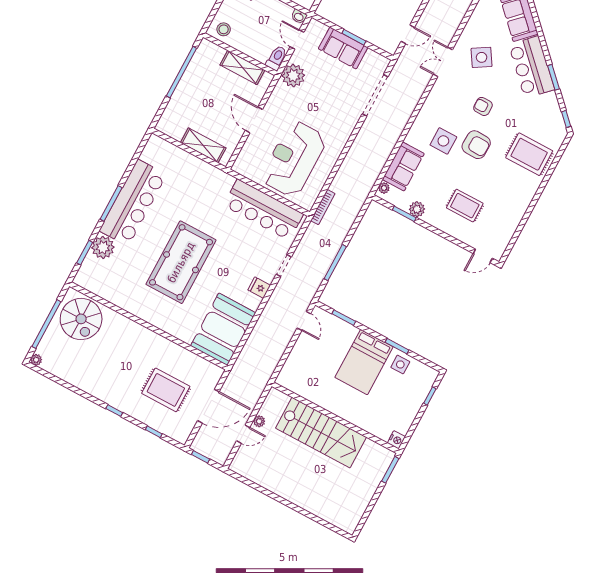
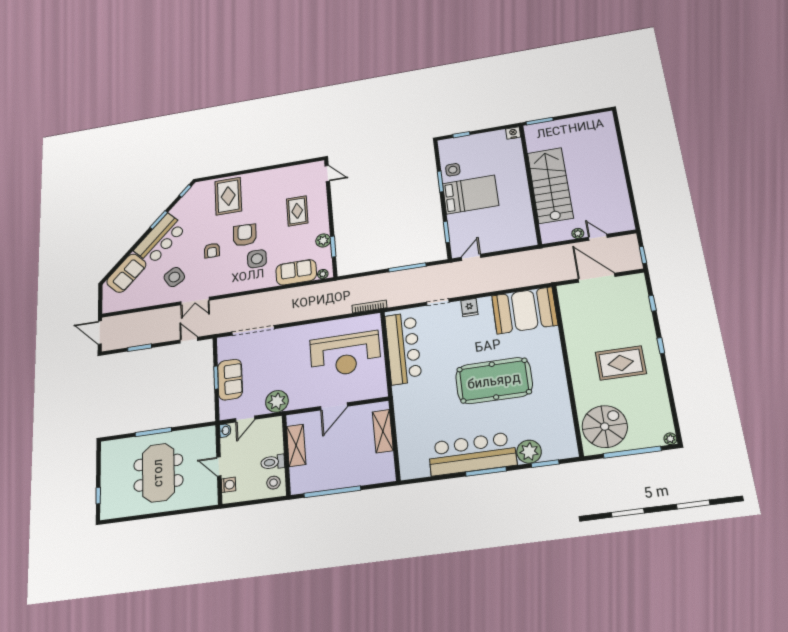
toilet: (276, 58) -> (273, 462), moved
rug: (166, 390) -> (621, 363), moved, turned 90

